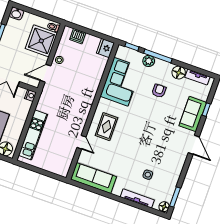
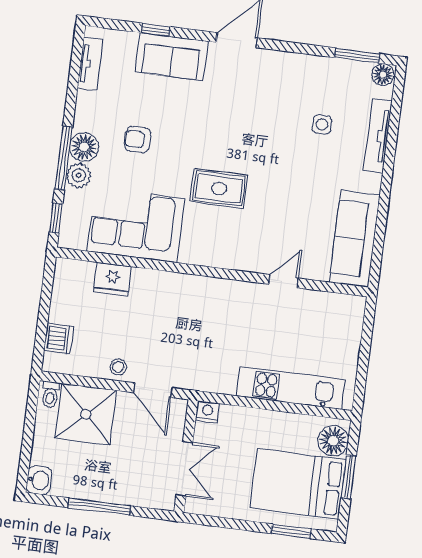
fridge: (105, 48) -> (112, 279), moved
floor lamp: (179, 73) -> (84, 147), moved
rug: (106, 127) -> (219, 188), moved

